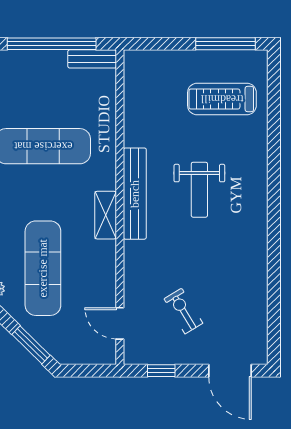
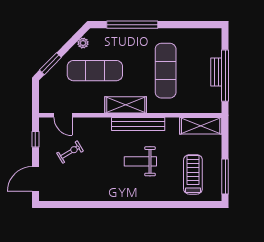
bench: (92, 59) -> (216, 72), moved
shelving: (138, 86) -> (201, 126), added
shelving: (106, 215) -> (126, 105), width x1.50, depth x1.33
door: (120, 323) -> (63, 115), swing flipped

